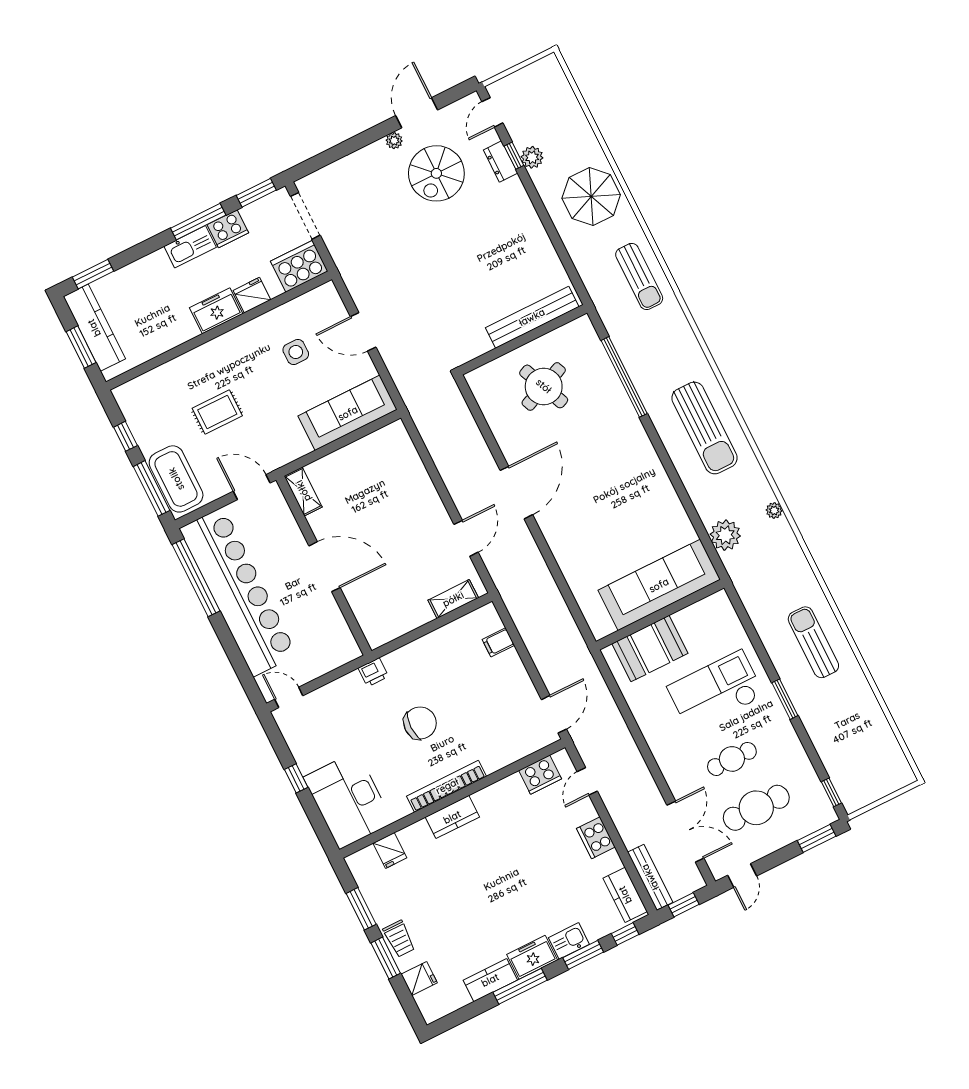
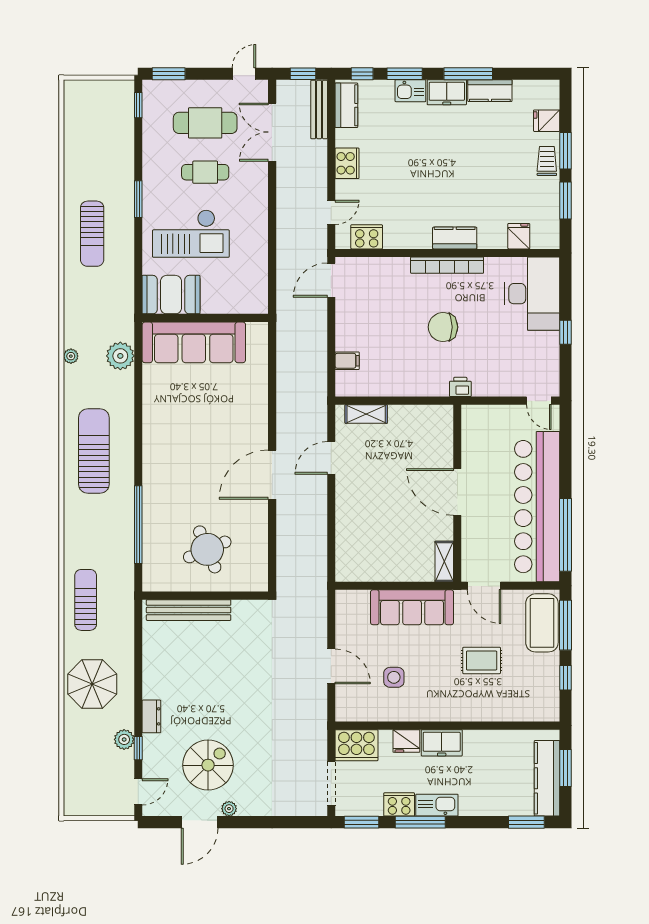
dresser: (501, 162) -> (151, 716), moved
sofa: (348, 413) -> (412, 607), moved
booth: (650, 648) -> (171, 295), moved

